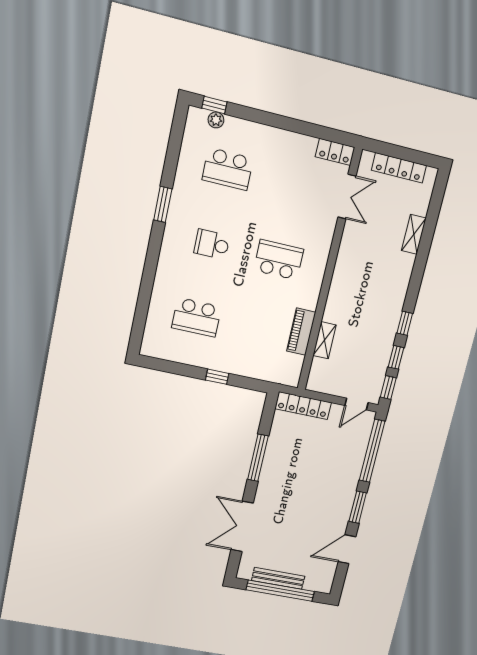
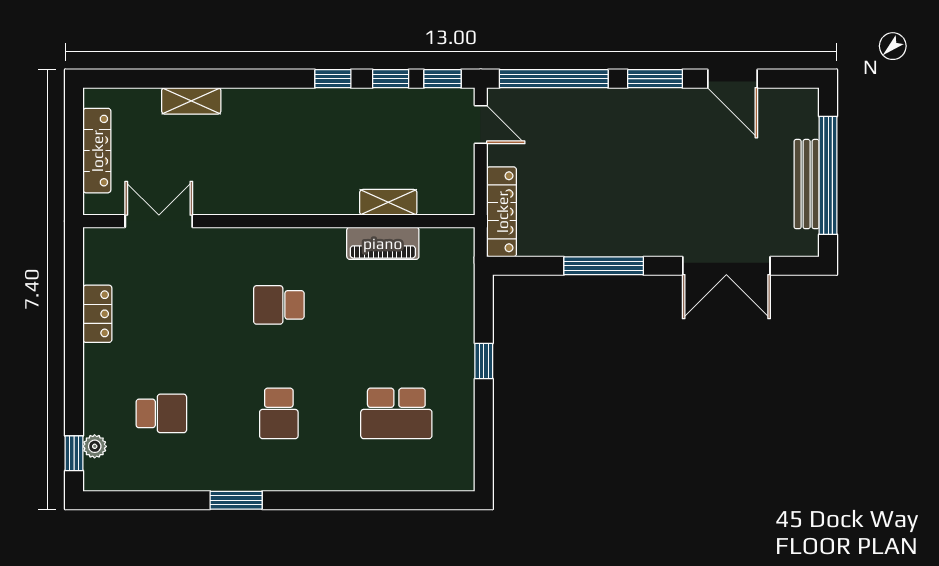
locker: (335, 152) -> (97, 314), moved
school desk: (228, 169) -> (161, 413), width x0.54
school desk: (279, 260) -> (279, 305), width x0.54
school desk: (196, 317) -> (396, 413), turned 90

